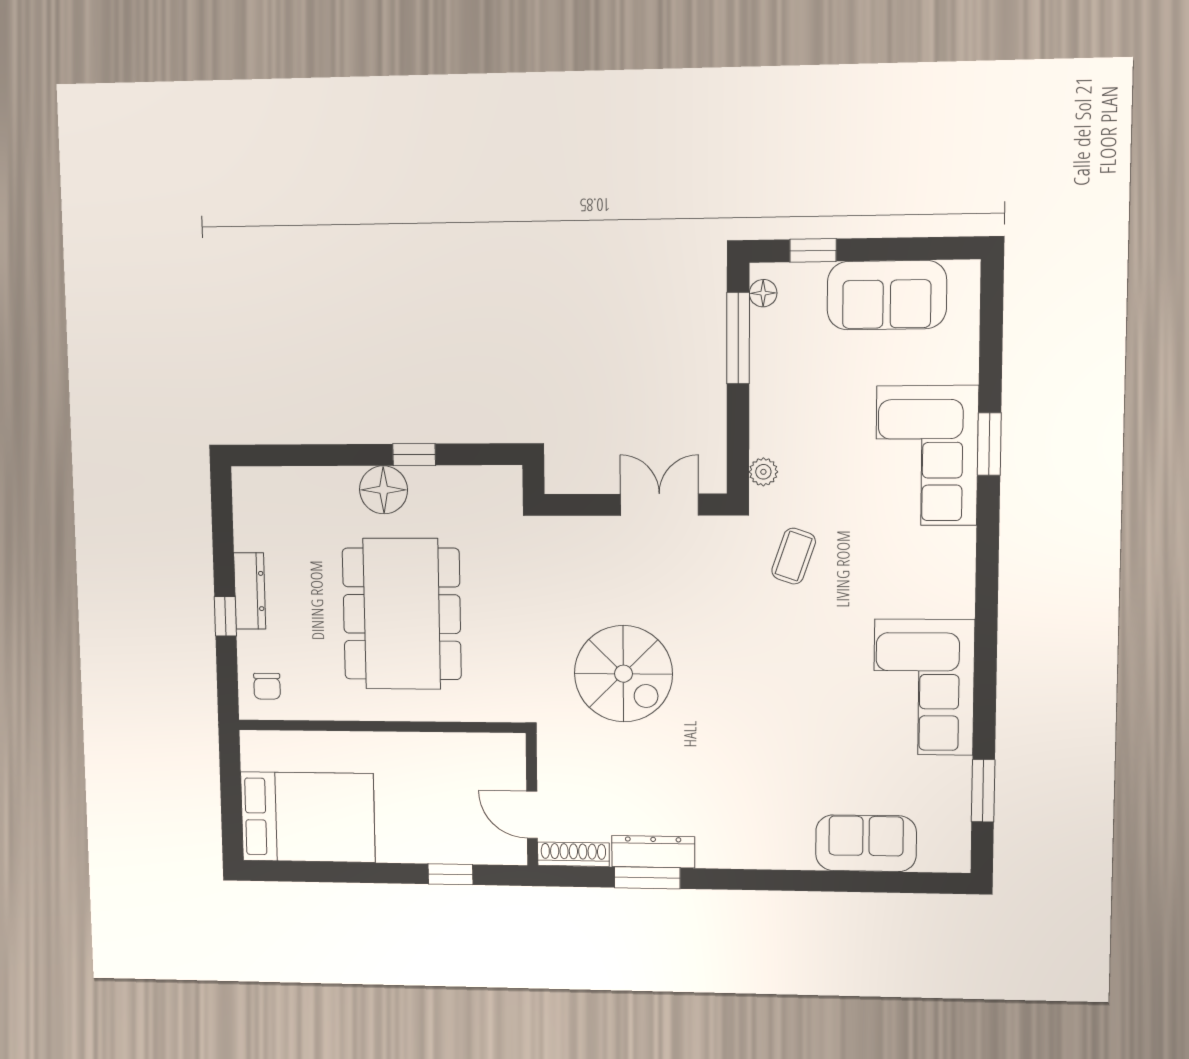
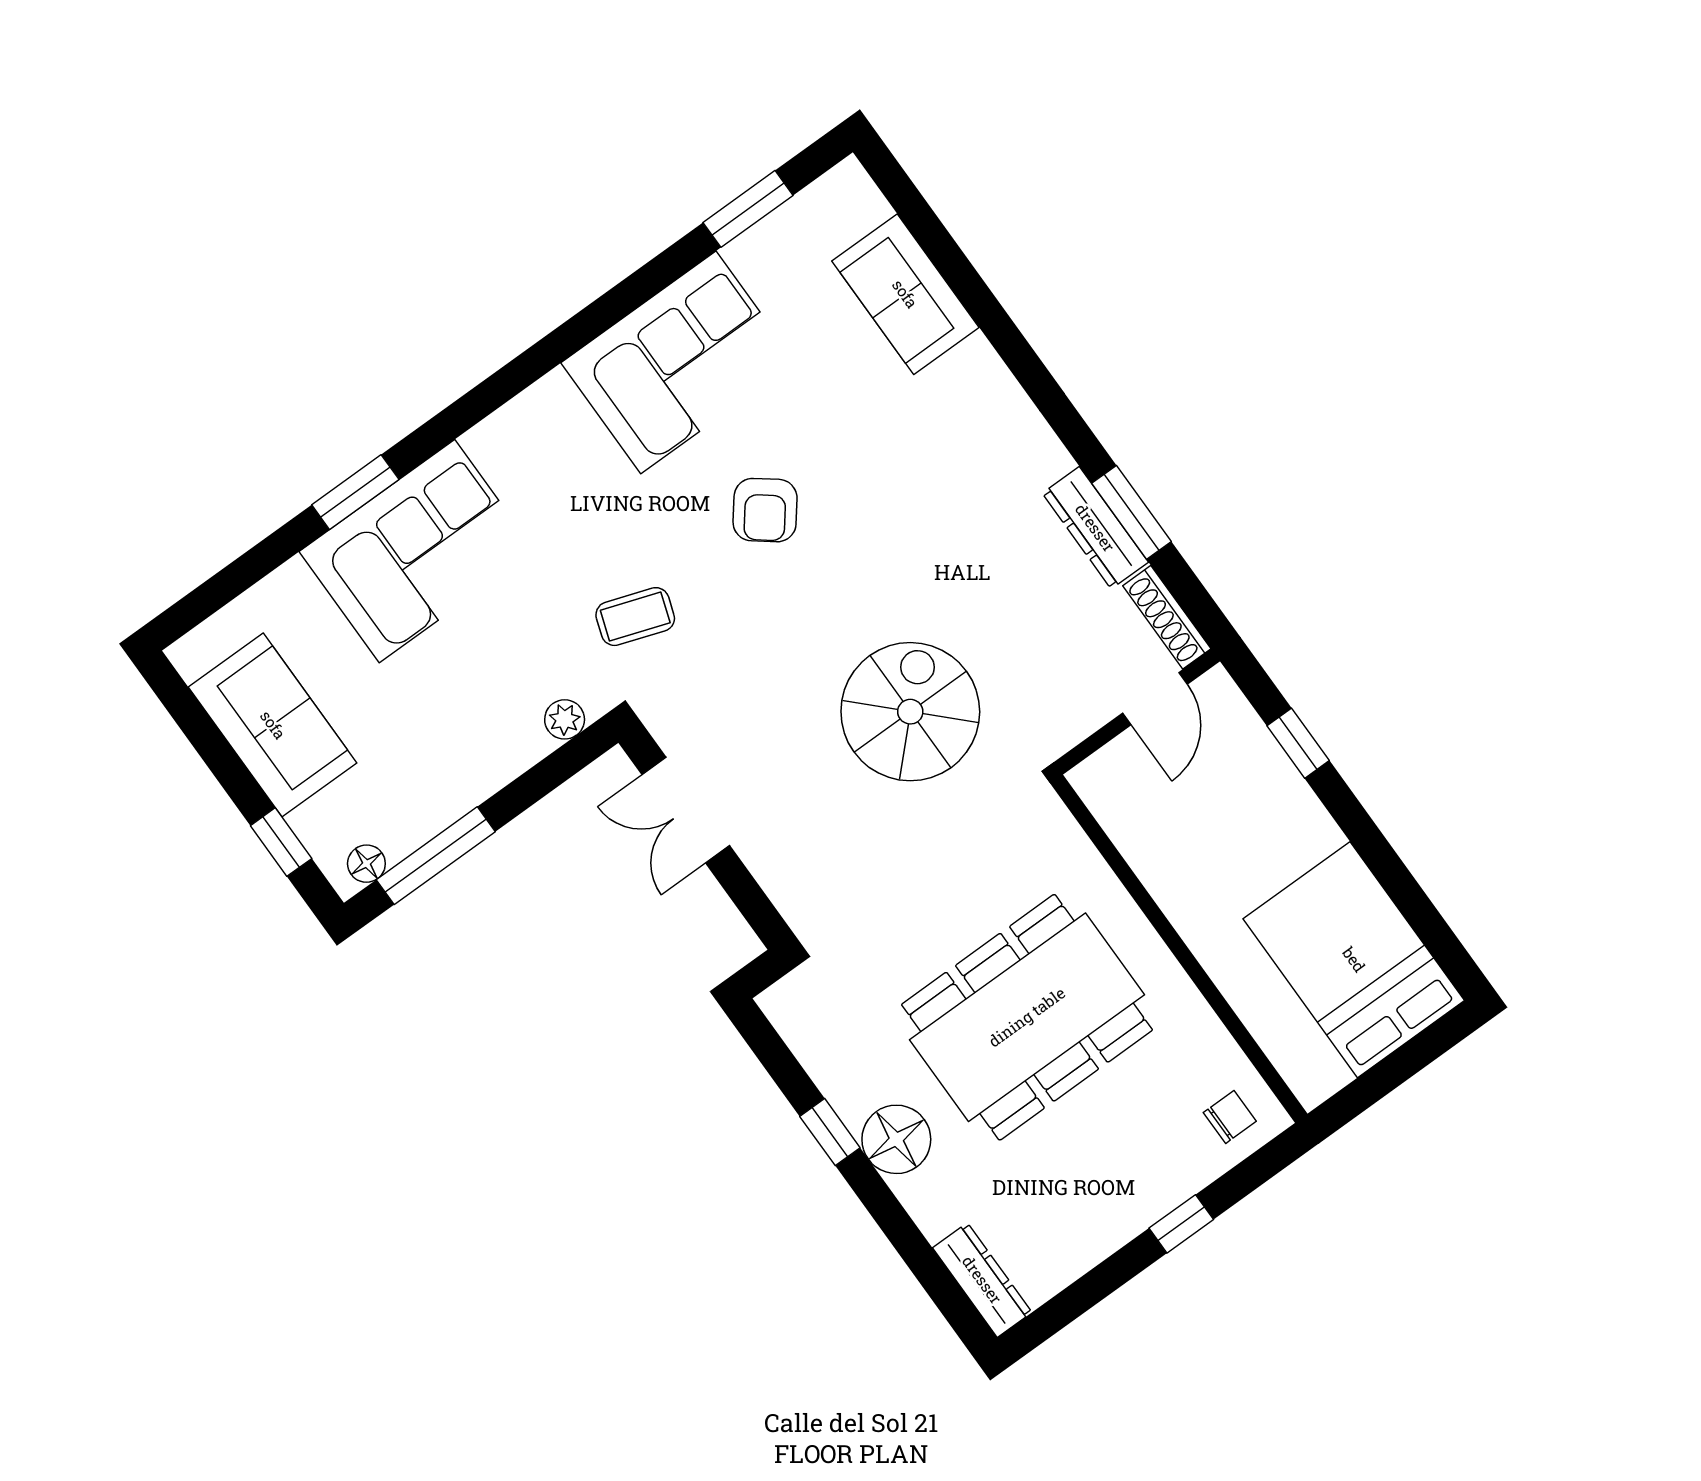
dresser: (250, 591) -> (982, 1280), moved, turned 90
armchair: (800, 675) -> (765, 510), added

